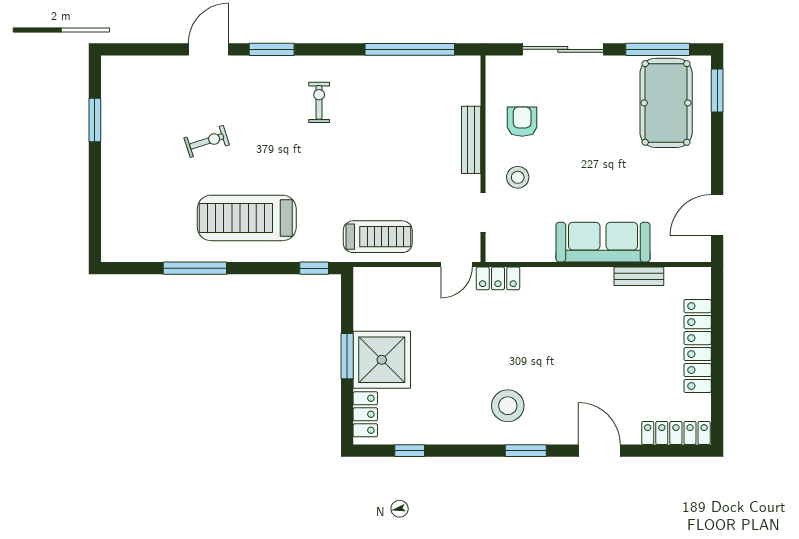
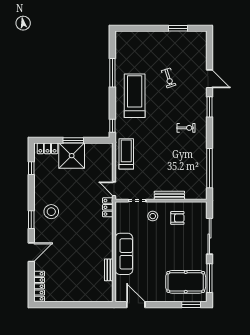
treadmill: (378, 237) -> (126, 154), turned 180
locker: (698, 346) -> (78, 296), removed

